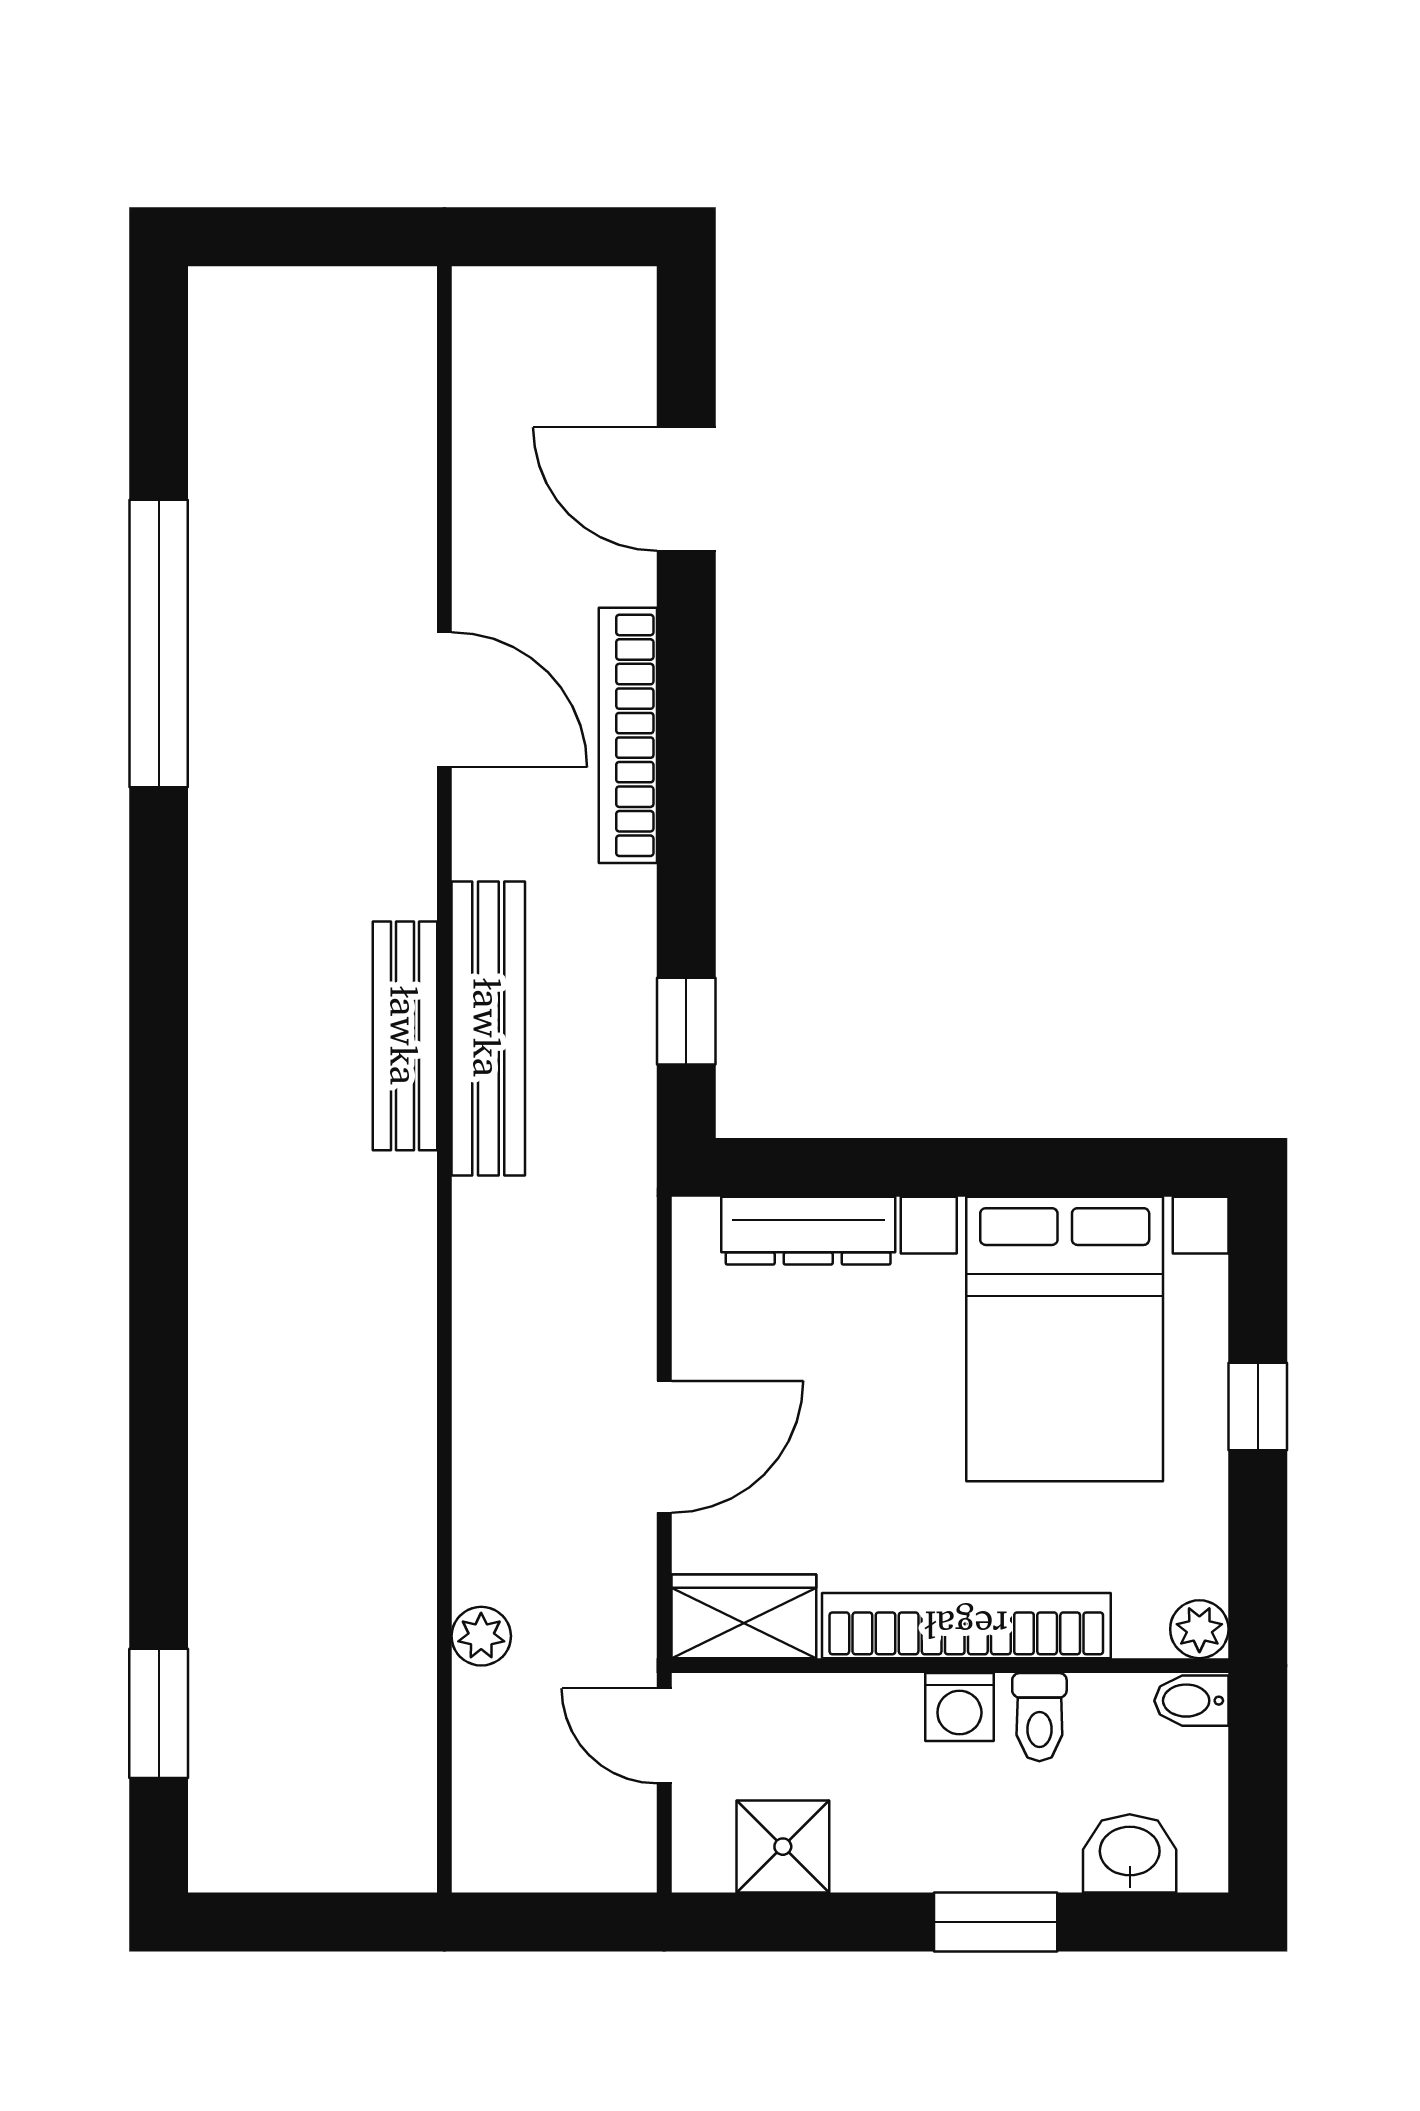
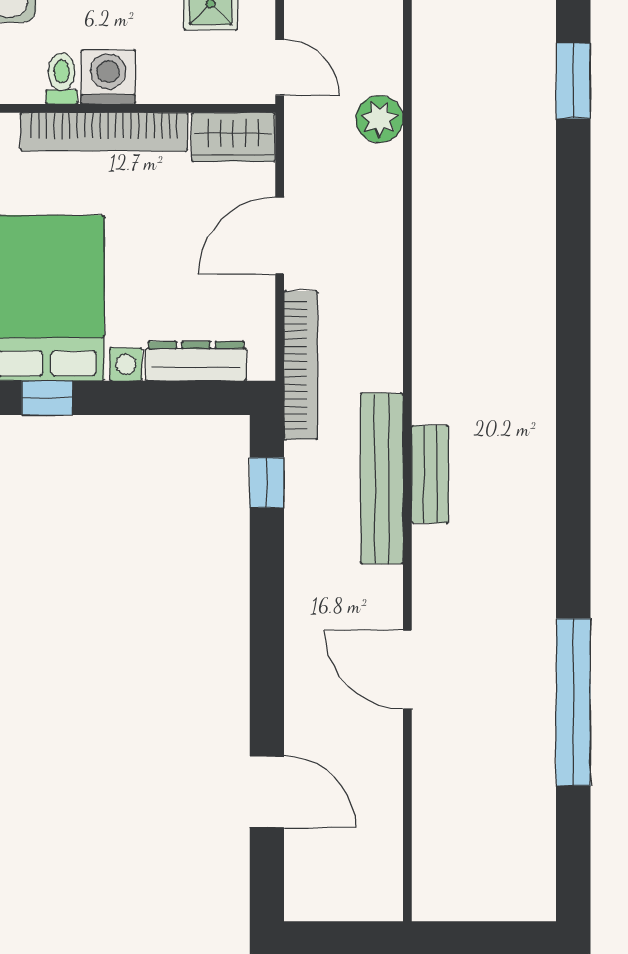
bookcase: (628, 735) -> (301, 365), moved
bench: (405, 1036) -> (430, 474), width x0.73
window: (1064, 1167) -> (47, 398), added
plant: (481, 1636) -> (379, 119), width x1.38, depth x1.38
washing machine: (959, 1707) -> (108, 77), width x1.38, depth x1.38

